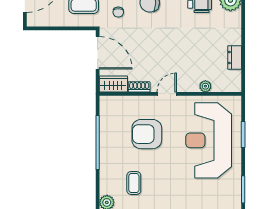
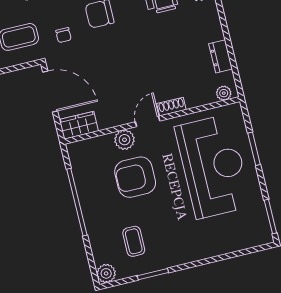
plant: (205, 86) -> (224, 93), moved
shoe rack: (139, 87) -> (171, 107), moved
plant: (146, 103) -> (125, 140), added
reception desk: (209, 140) -> (213, 166), turned 180

